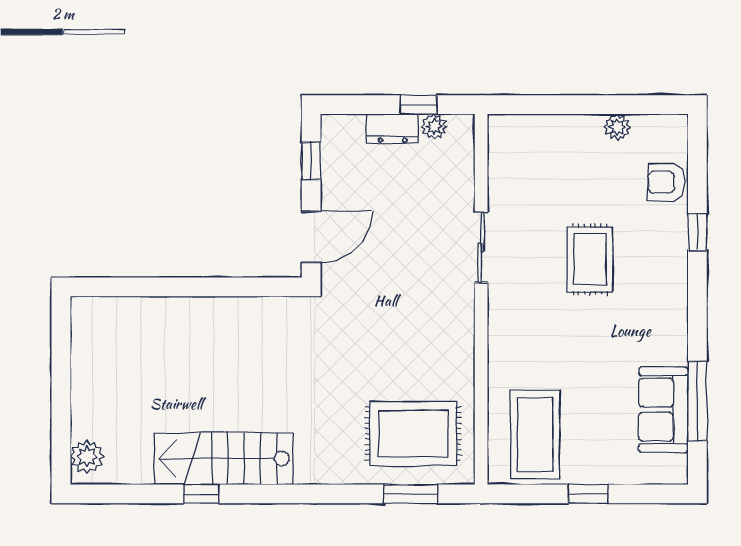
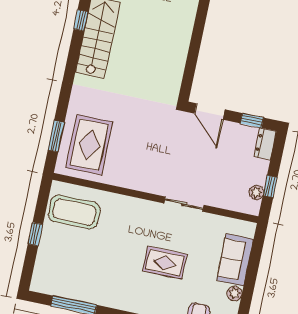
dresser: (393, 129) -> (265, 144), moved
sofa: (663, 410) -> (235, 260), moved, turned -90

